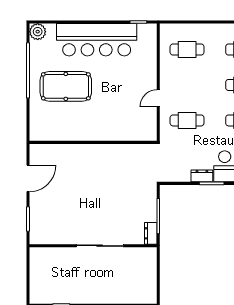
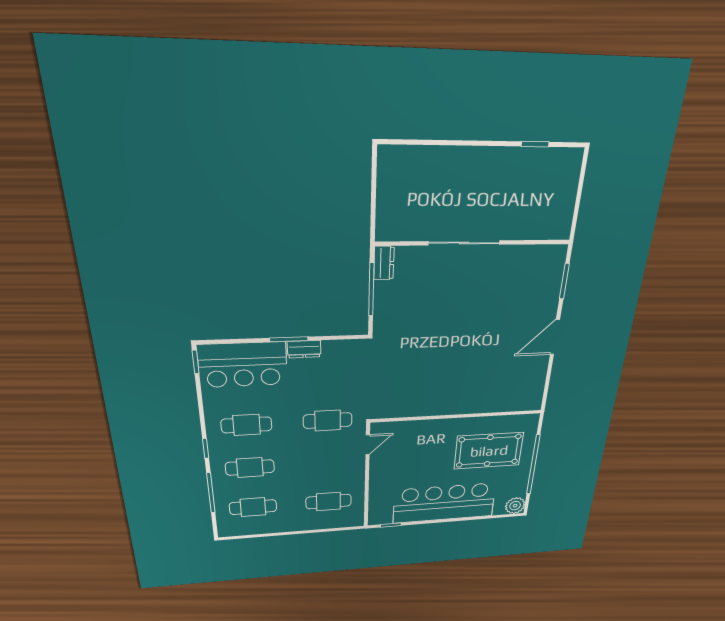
wall: (93, 142) -> (457, 416), moved

